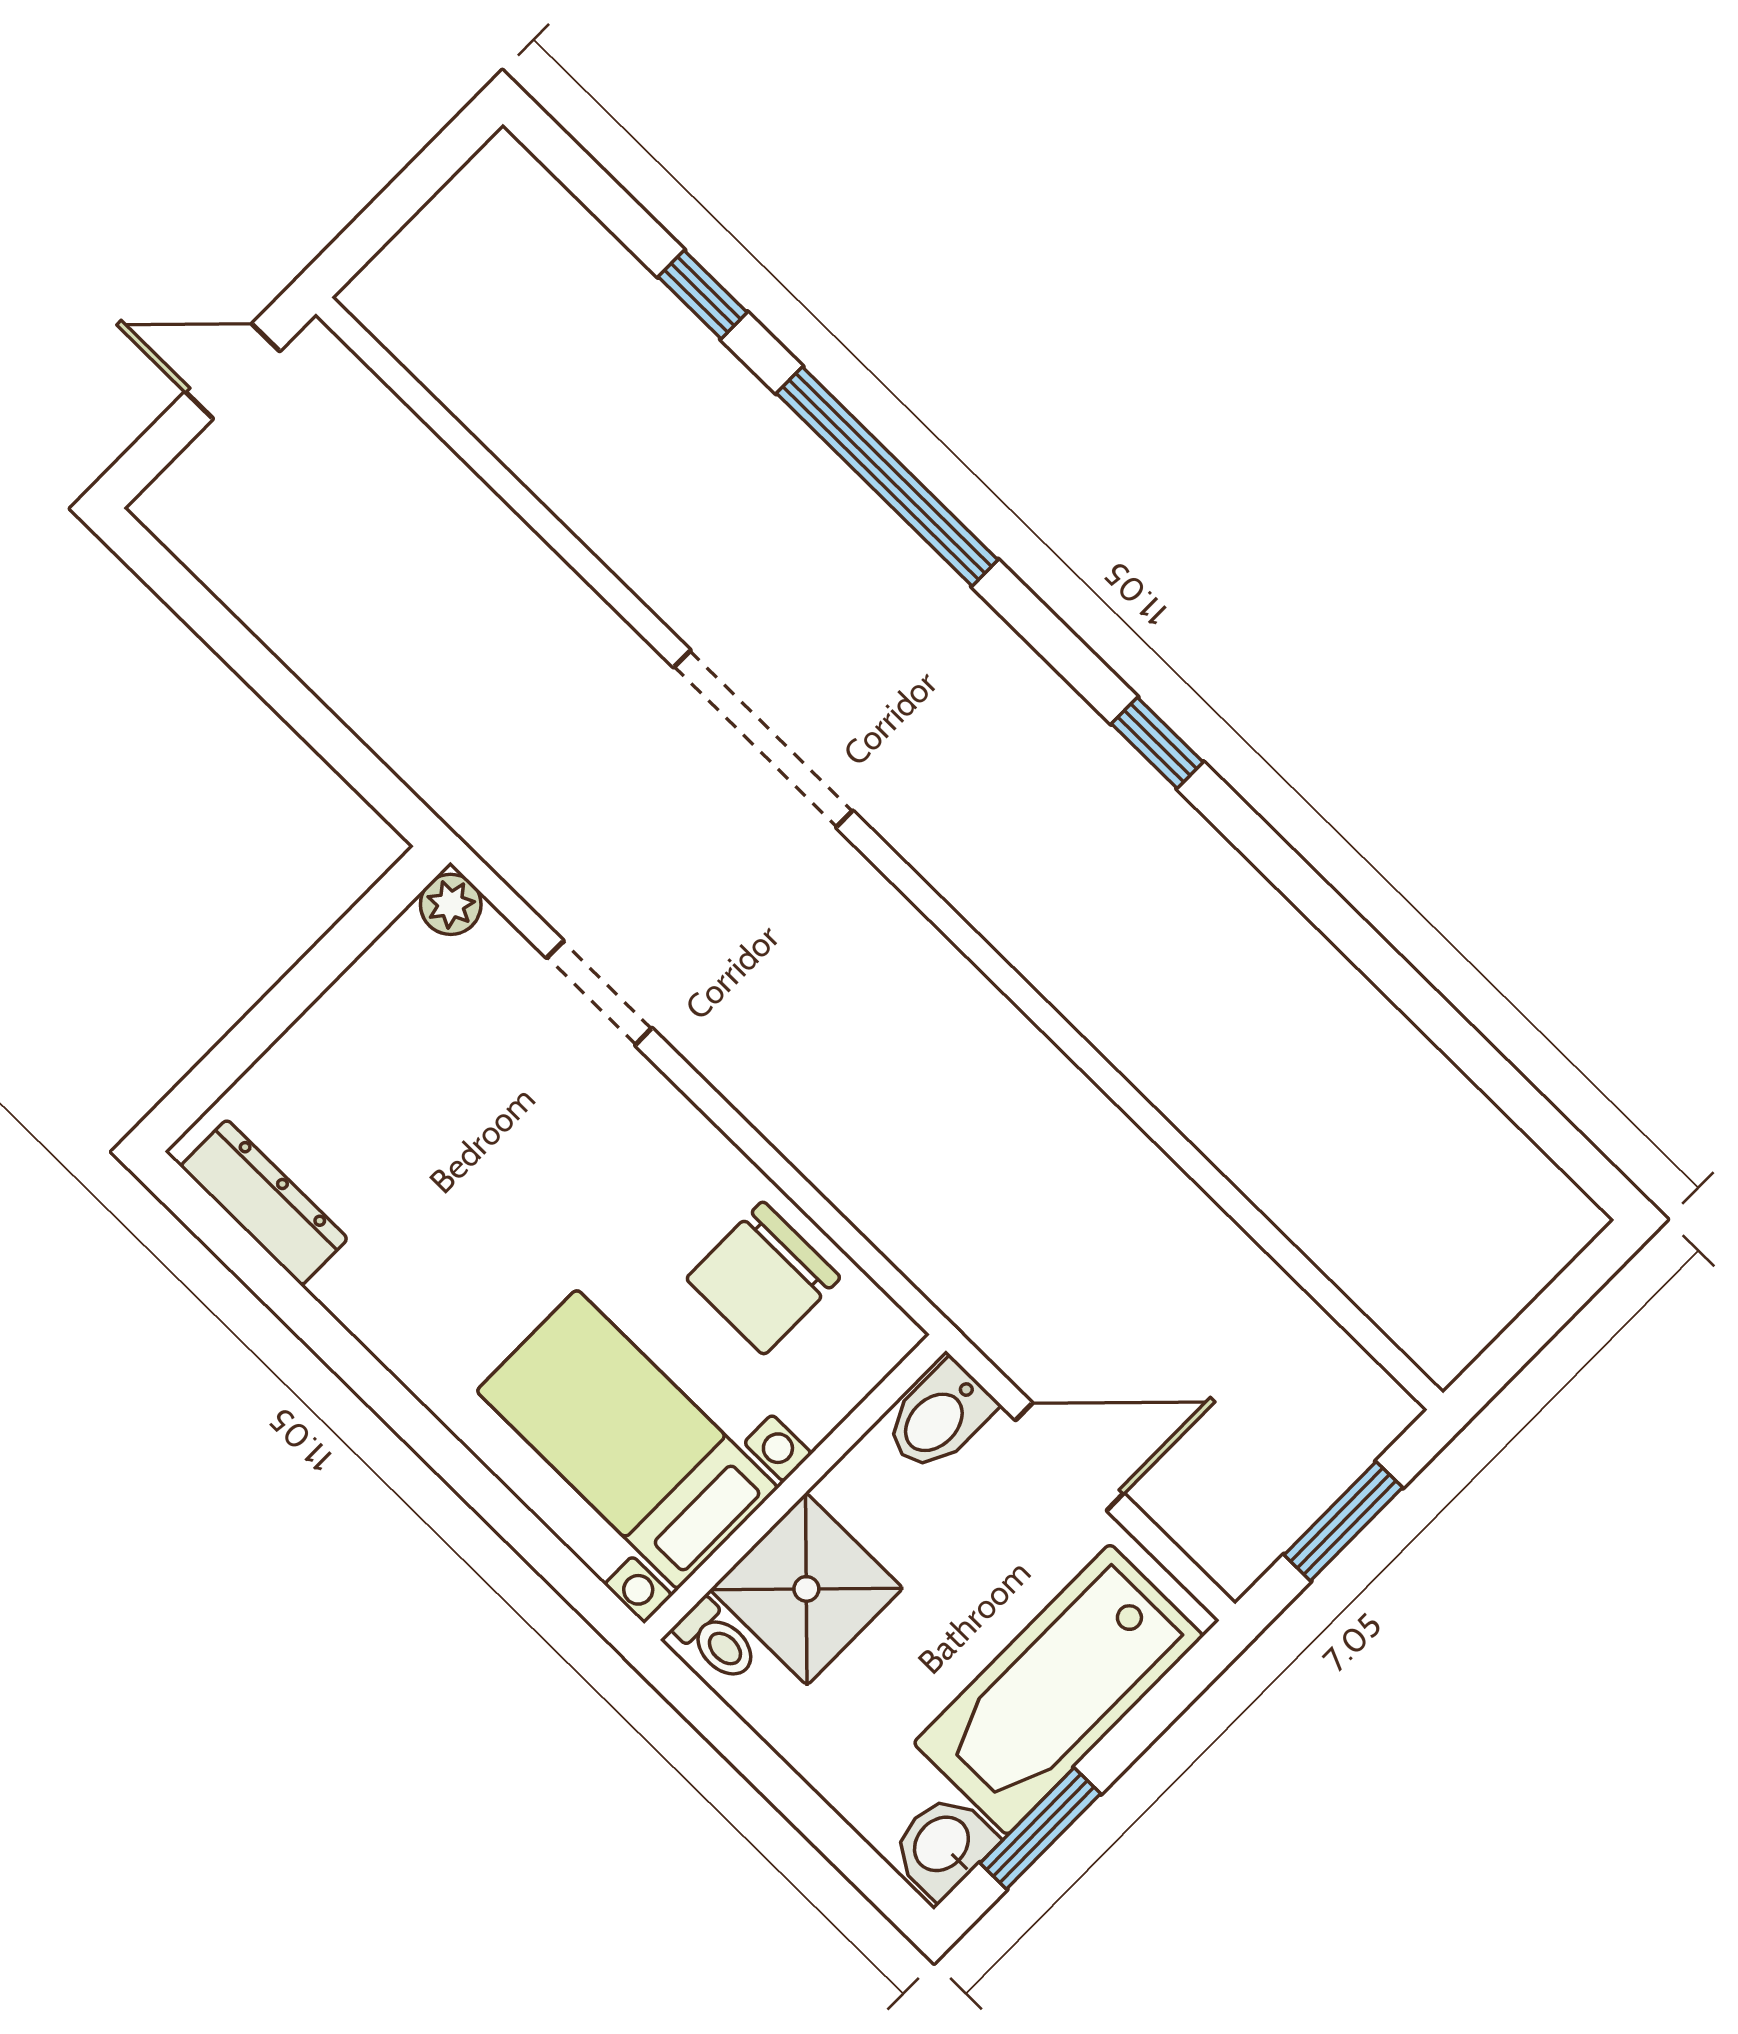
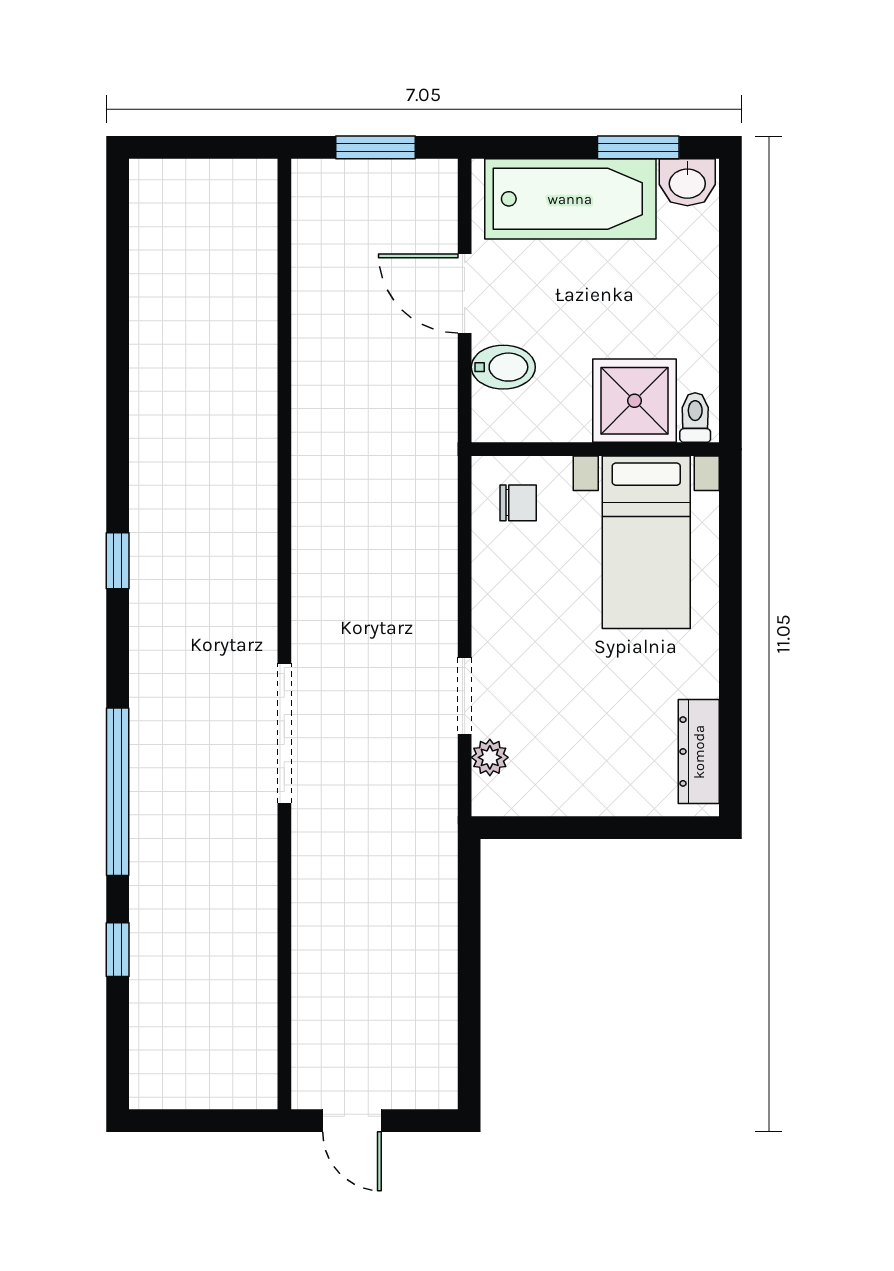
plant: (451, 904) -> (490, 757), moved
chair: (763, 1278) -> (518, 503), width x0.54, depth x0.54
bed with nightstands: (627, 1439) -> (646, 542), moved
wall: (795, 1487) -> (595, 449), moved
shower: (806, 1589) -> (635, 401), moved
toilet: (717, 1640) -> (695, 418), moved

